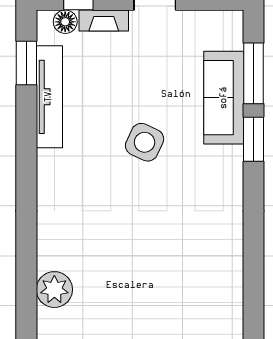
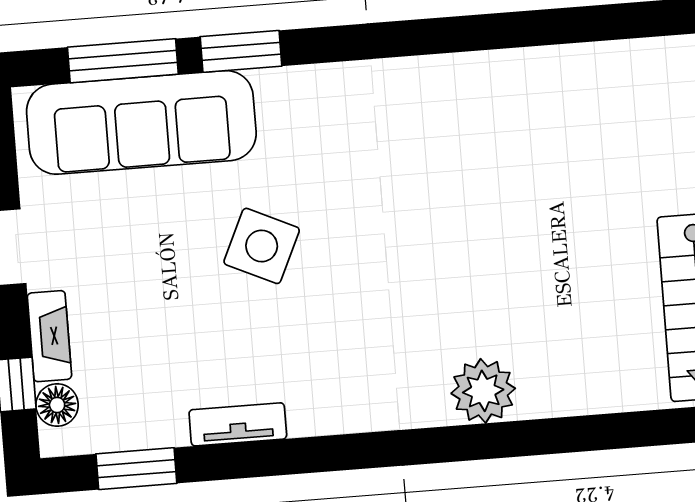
tv unit: (49, 97) -> (238, 424), width x0.52, depth x0.78
sofa: (224, 98) -> (141, 122), width x1.36, depth x1.27
plant: (54, 290) -> (483, 391), moved

